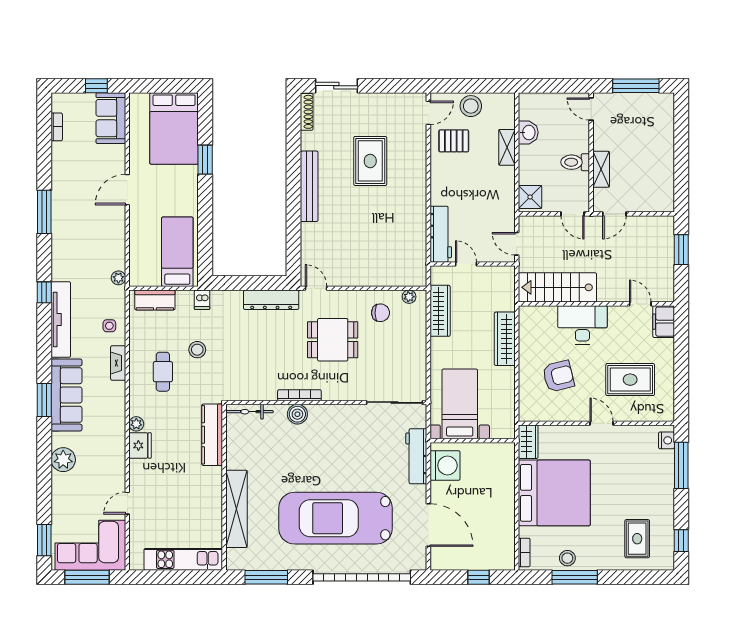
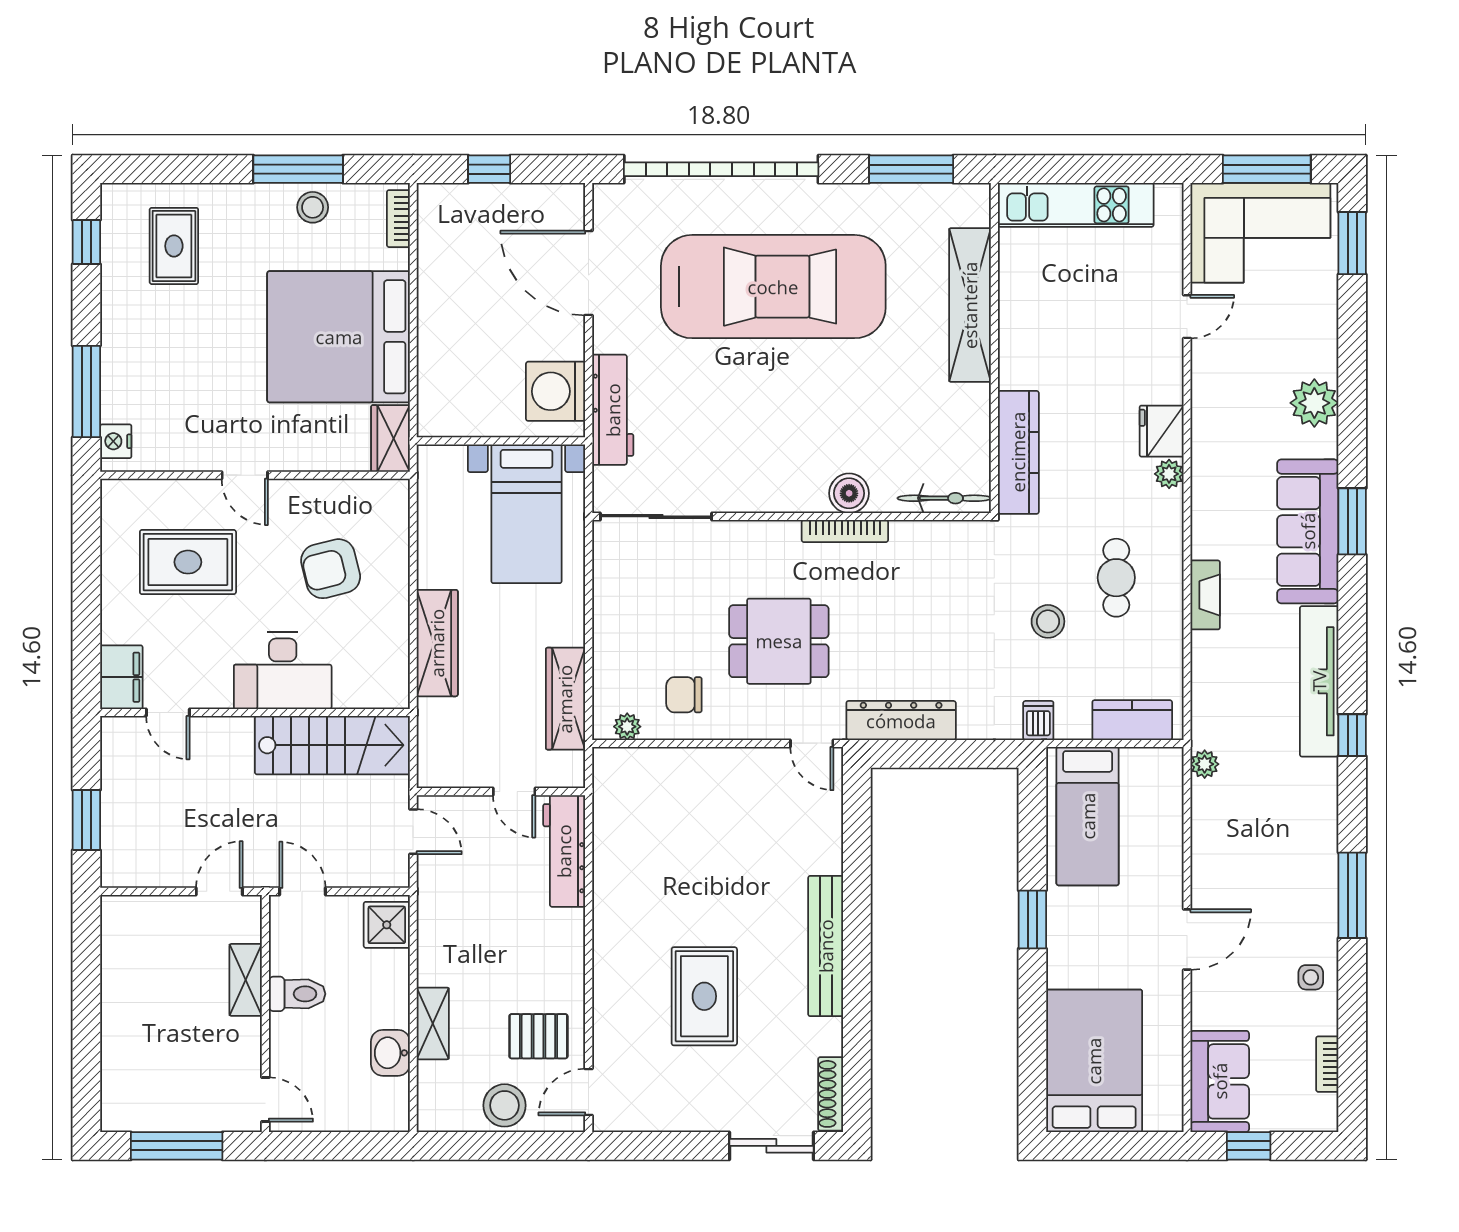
window: (205, 160) -> (1032, 919), moved
side table: (109, 326) -> (1311, 977), moved

